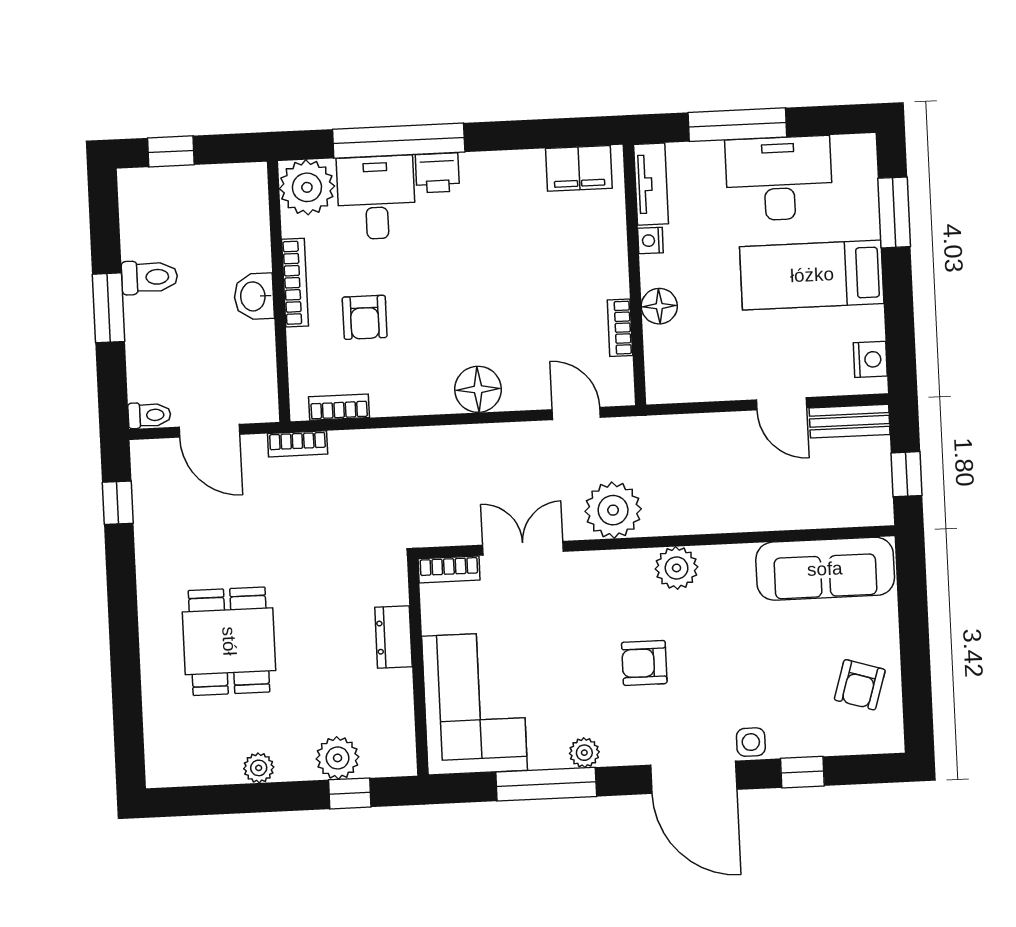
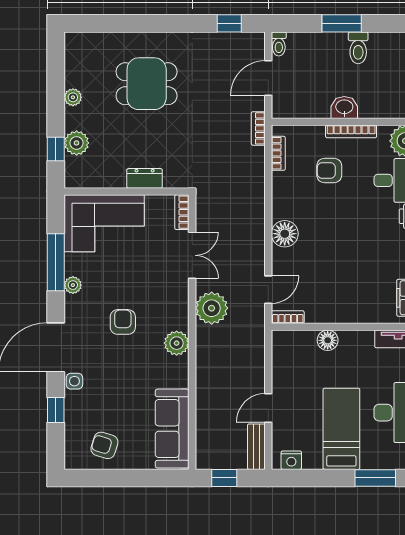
nightstand: (650, 241) -> (366, 337), removed
bookcase: (620, 328) -> (288, 317), moved

